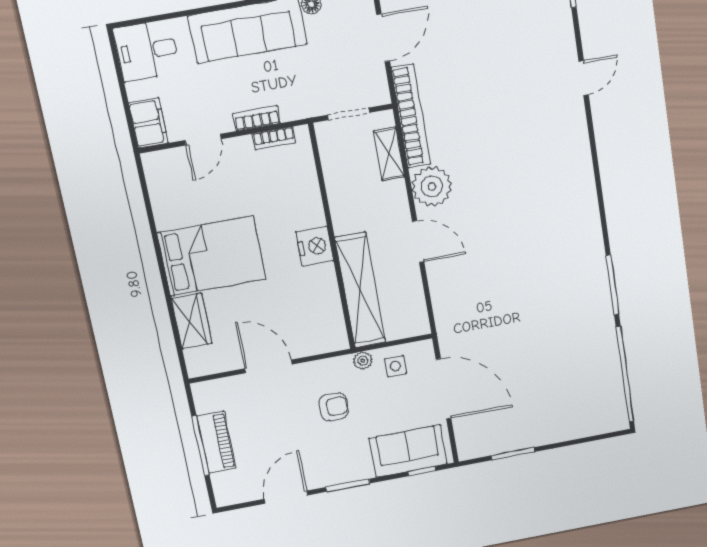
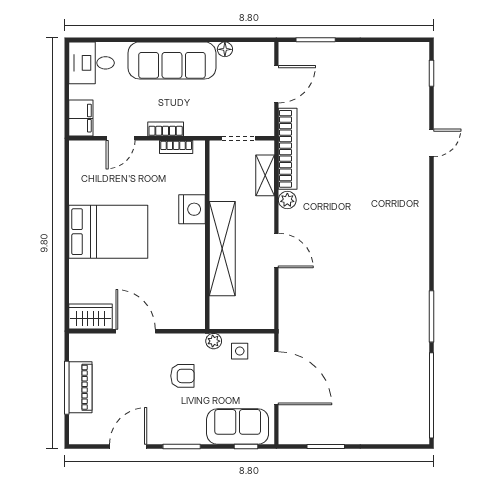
plant: (432, 186) -> (287, 200), width x0.53, depth x0.53
nightstand: (315, 246) -> (192, 209), moved
shelving: (360, 290) -> (222, 249), moved
wardrobe: (192, 321) -> (90, 317), moved, turned -90

